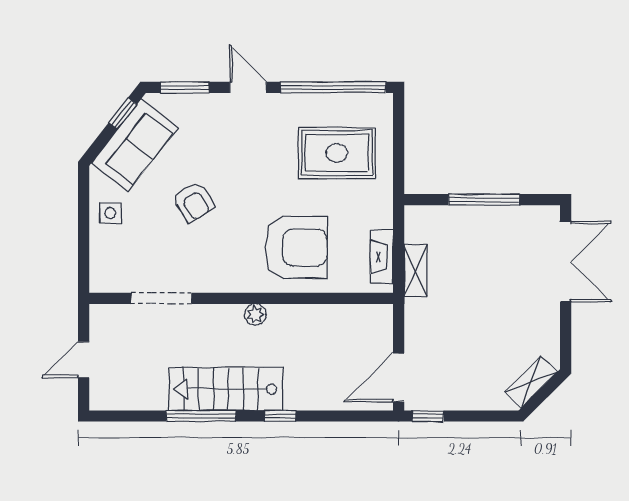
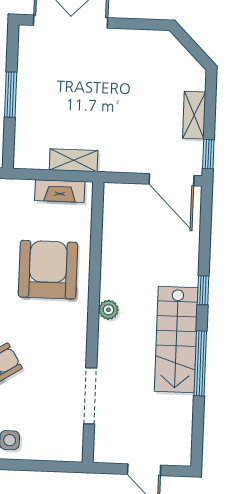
window: (484, 200) -> (11, 95), width x0.69
shelving: (531, 382) -> (194, 115), moved, turned 45

